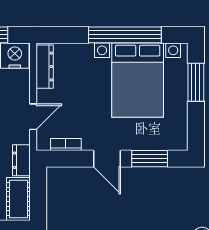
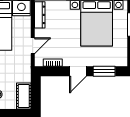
door: (107, 159) -> (78, 71), hinge flipped
dresser: (21, 160) -> (25, 72), removed

